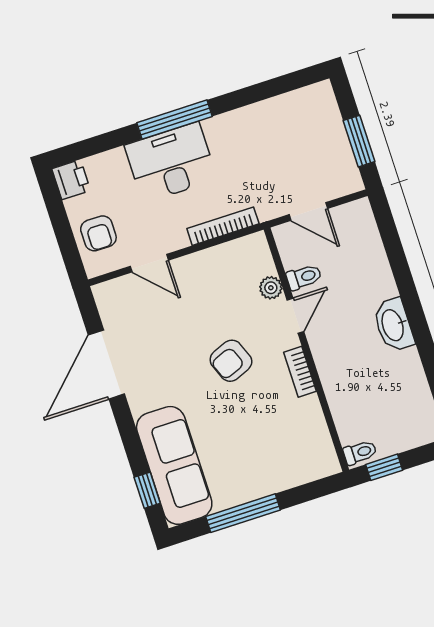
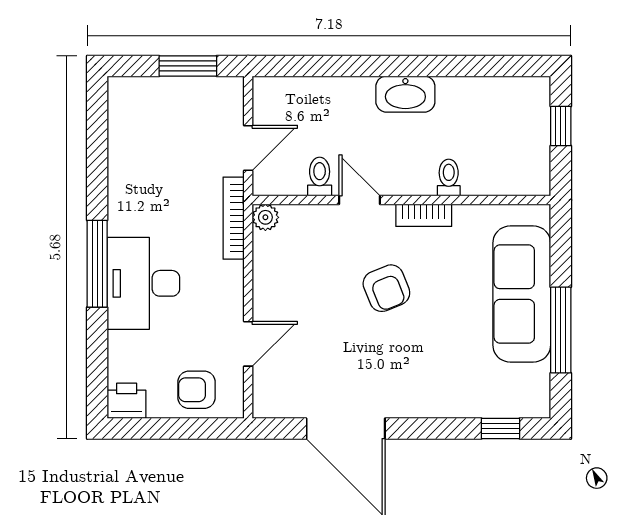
bookcase: (223, 226) -> (234, 218), moved
armchair: (98, 233) -> (196, 390), turned 180
plant: (271, 288) -> (265, 217), moved
toilet: (360, 452) -> (449, 178), moved
sofa: (174, 465) -> (522, 294), moved, turned -90
window: (384, 467) -> (561, 126), moved

